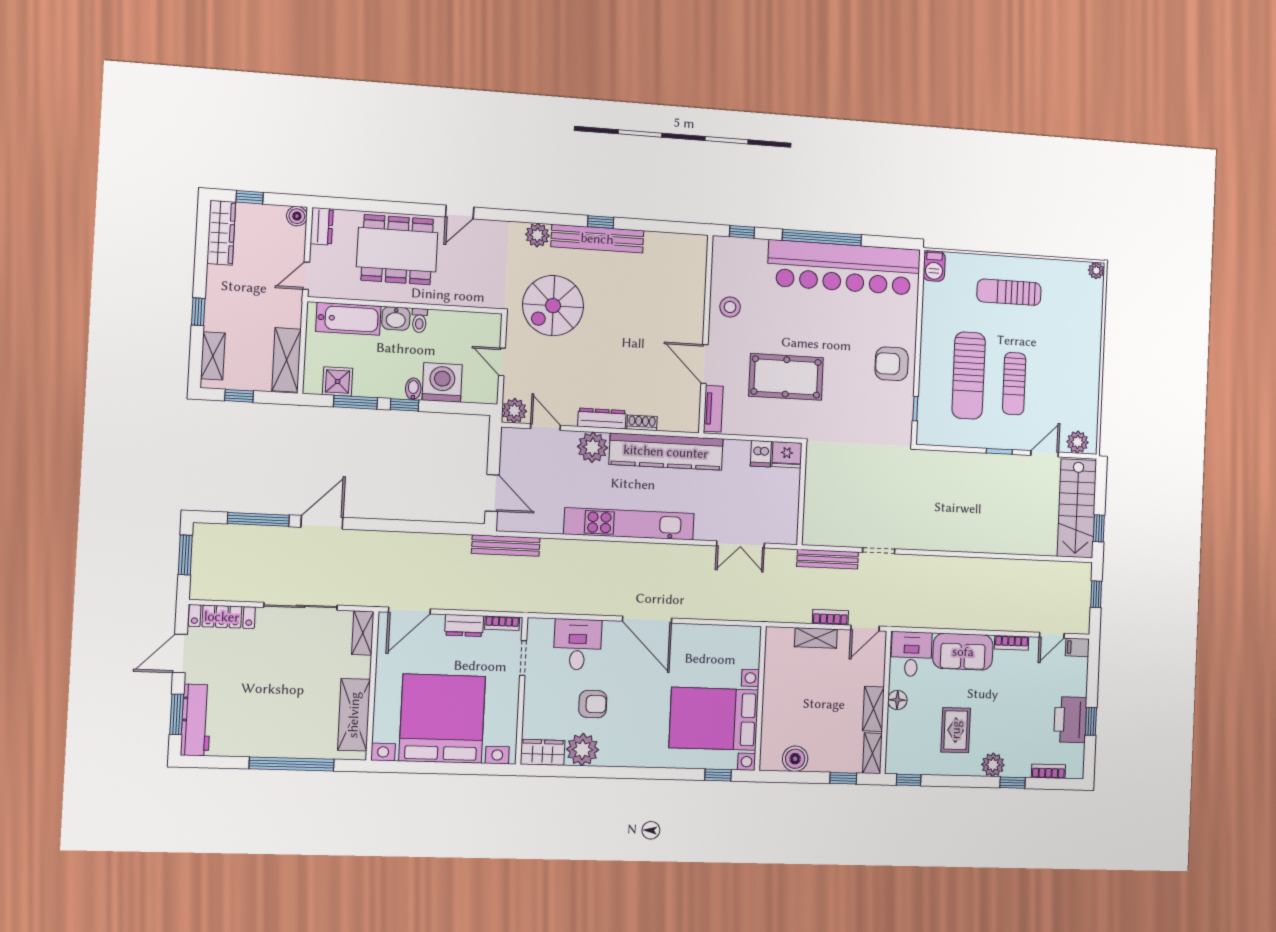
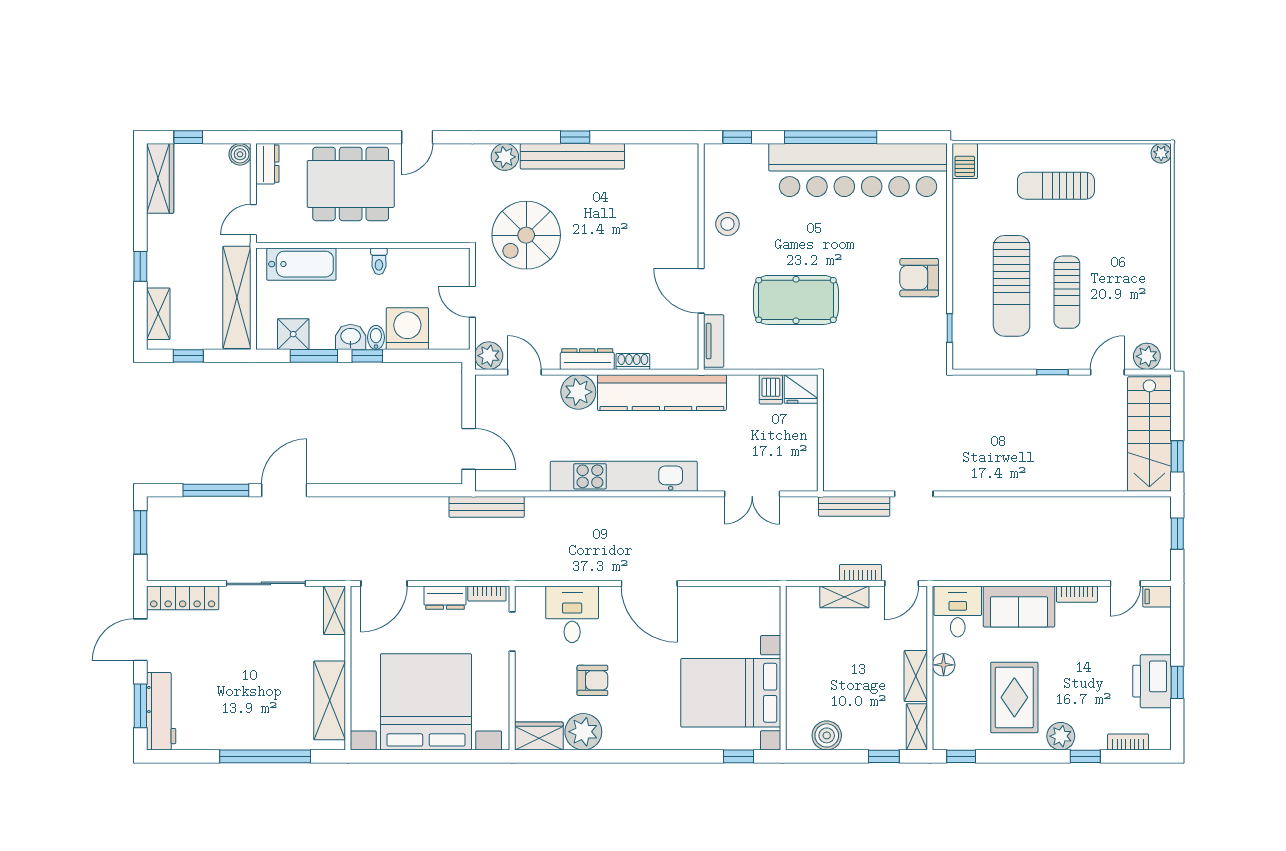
washbasin: (396, 318) -> (351, 337), moved, turned 180
shelving: (286, 360) -> (237, 297), width x1.47
rug: (956, 730) -> (1014, 697), width x1.36, depth x1.43

